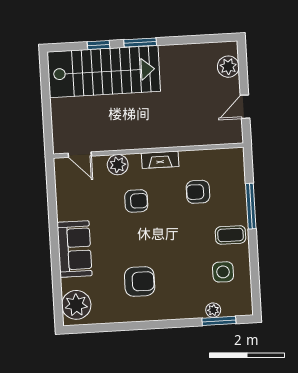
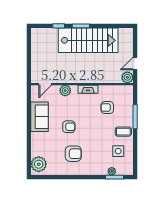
plant: (228, 67) -> (127, 77), moved
stairs: (104, 72) -> (88, 40), moved
door: (80, 155) -> (45, 84), hinge flipped
armchair: (136, 201) -> (69, 127), moved
sofa: (74, 249) -> (39, 117), moved

